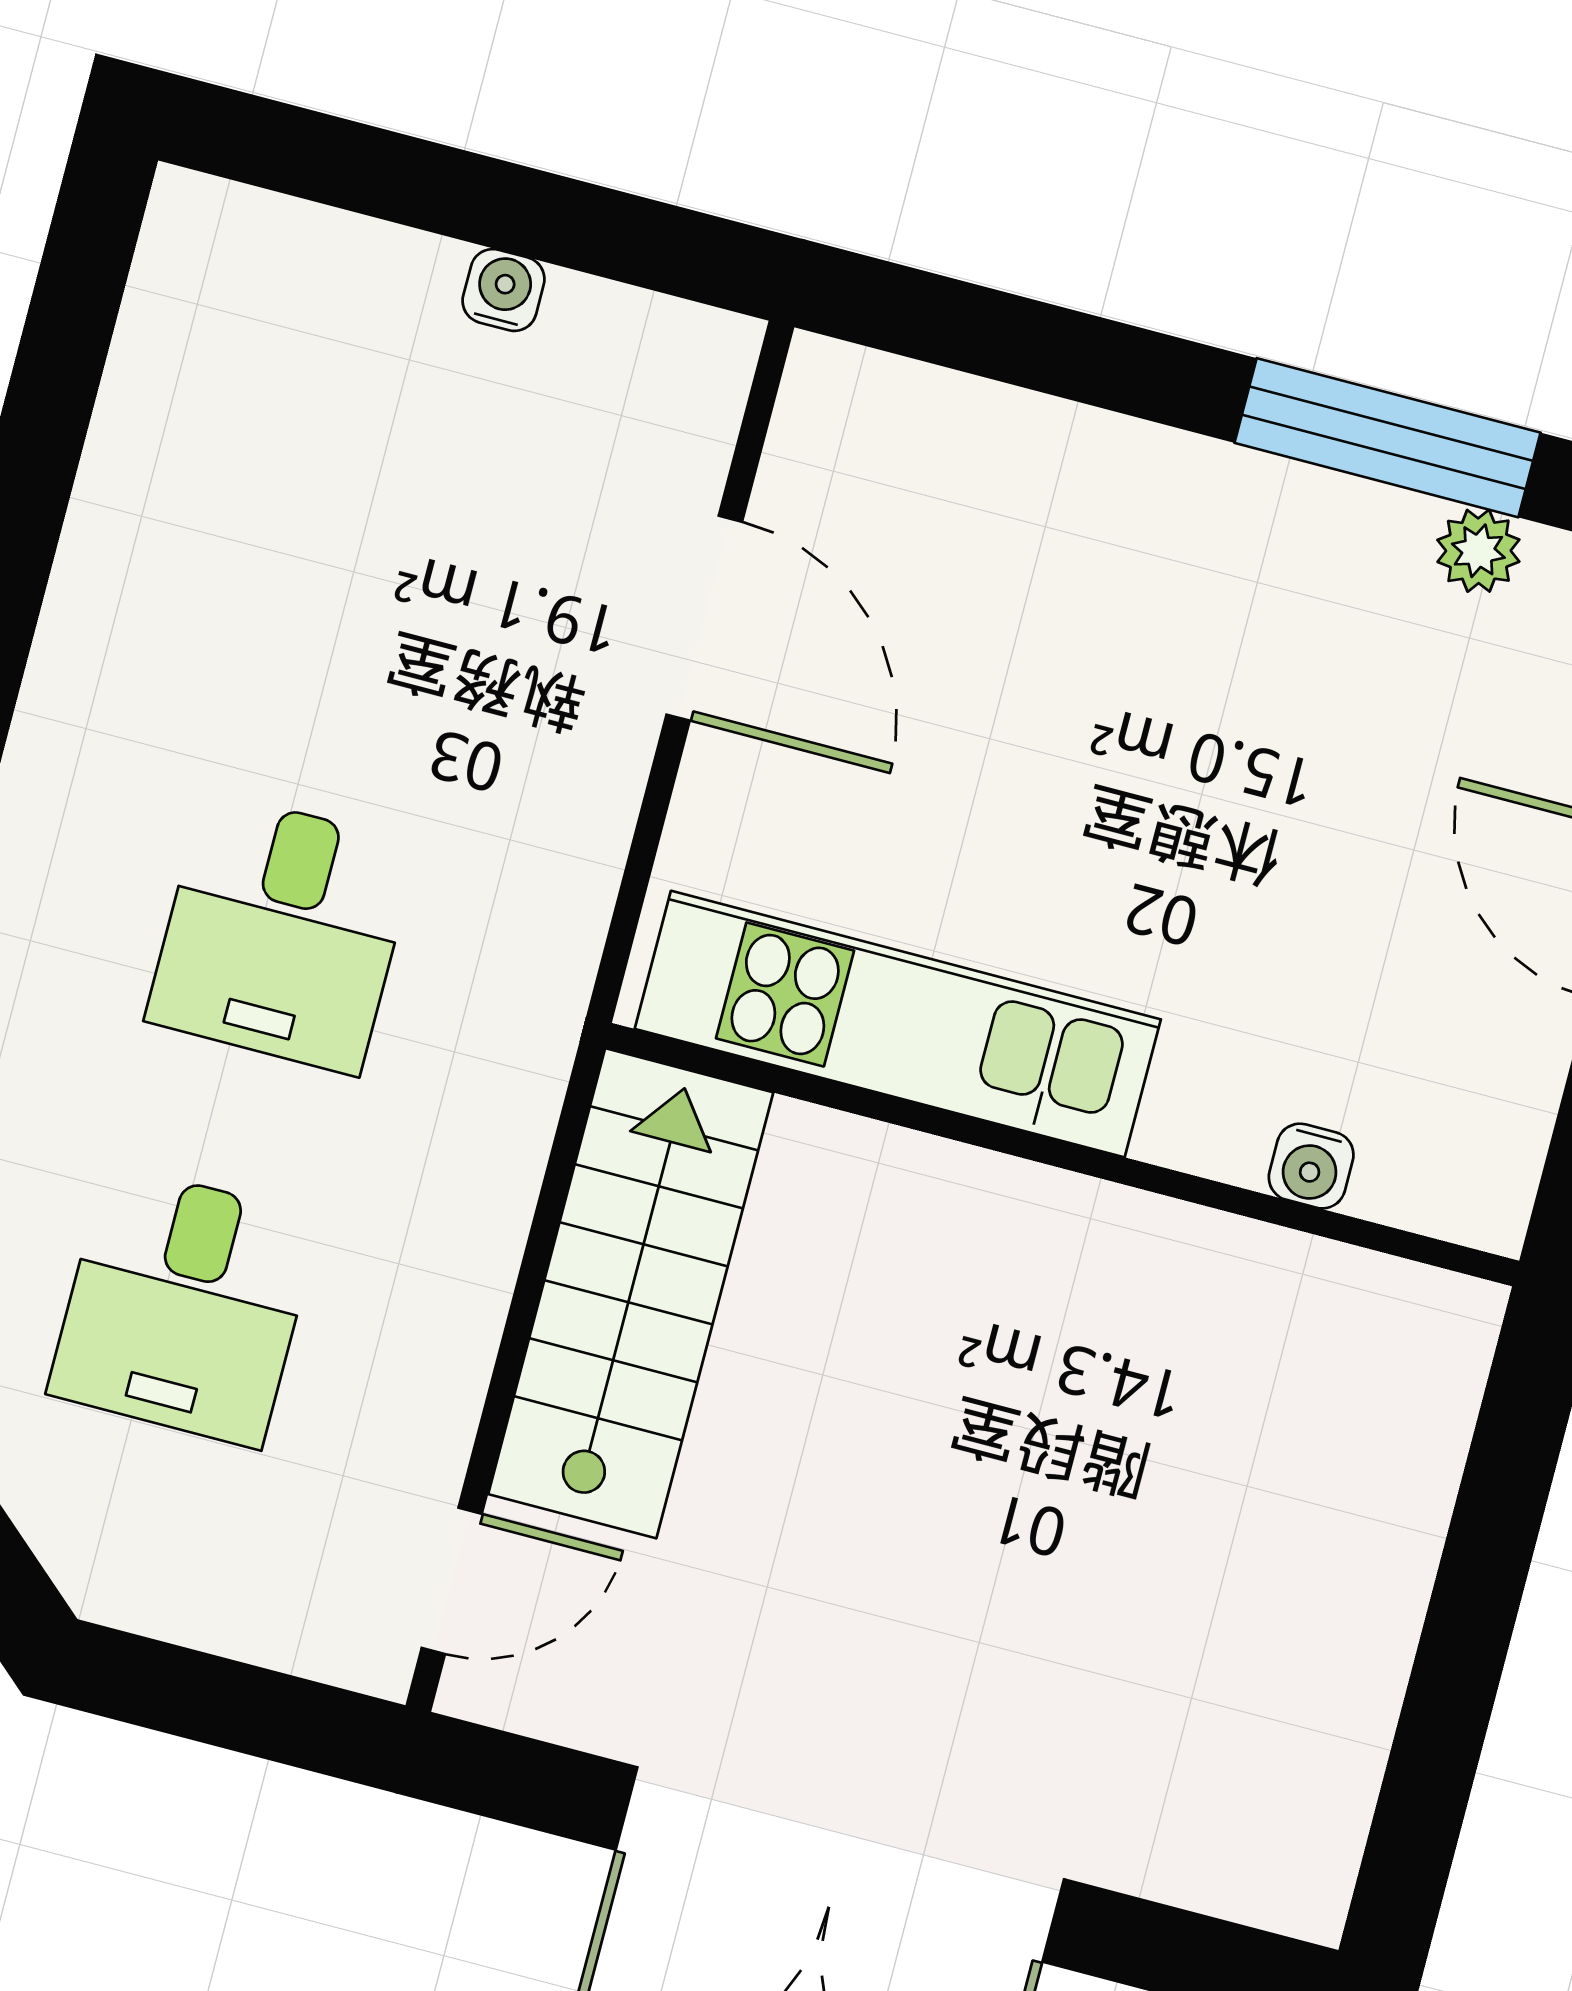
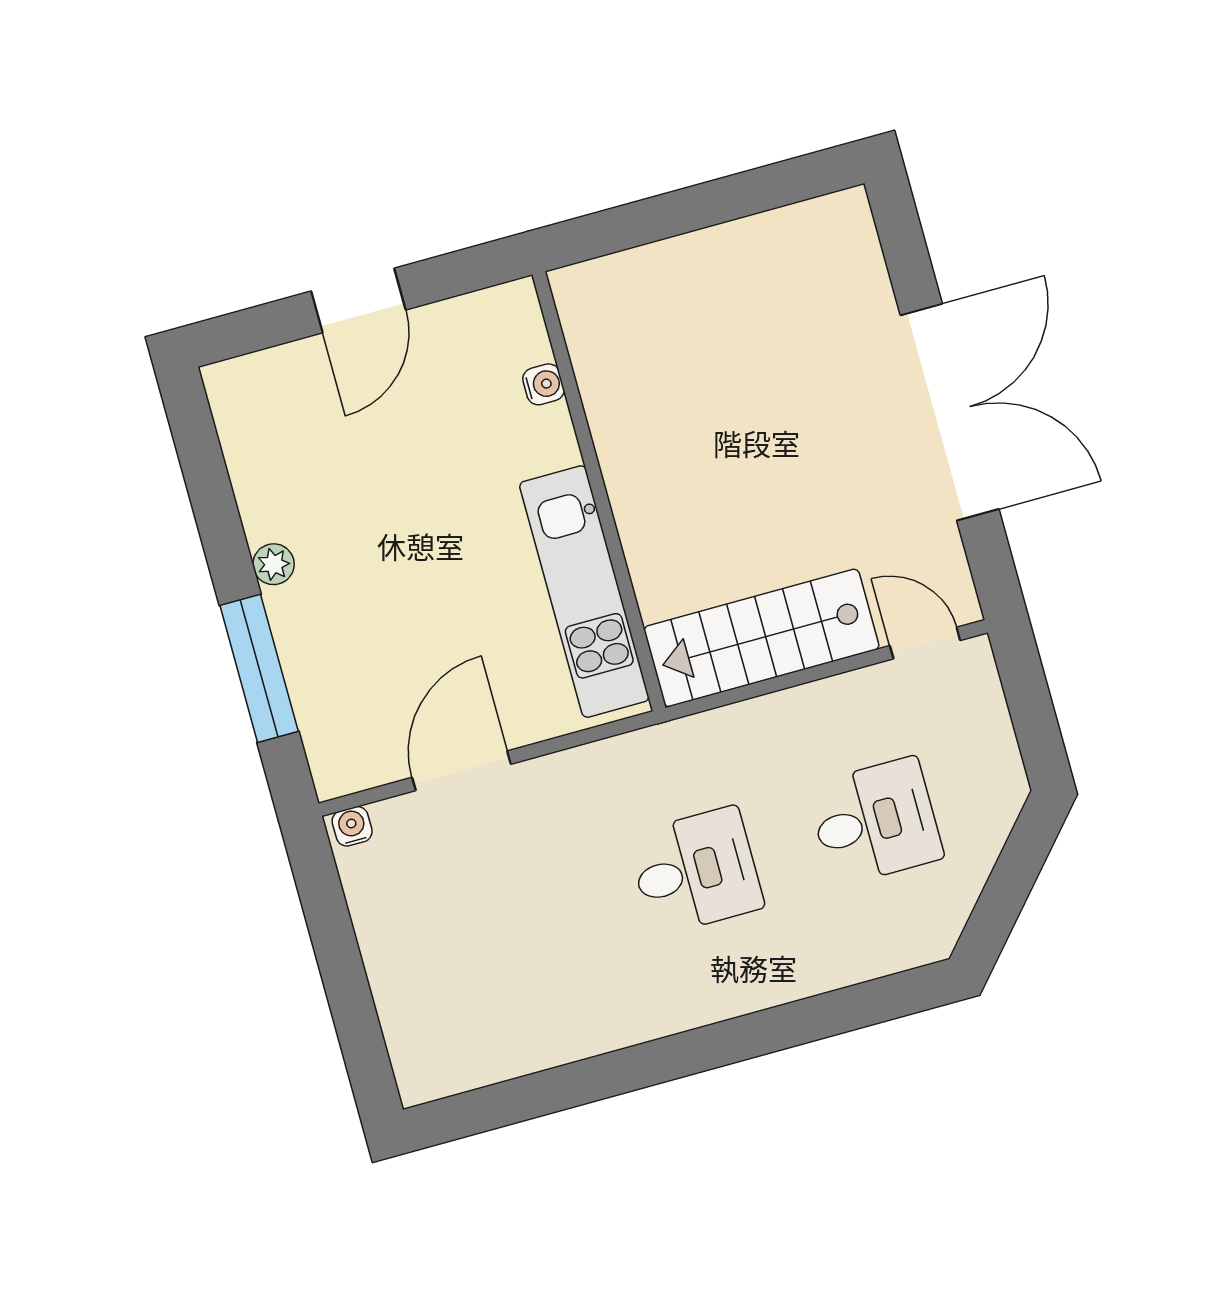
water cooler: (504, 290) -> (352, 826), moved, turned 90
window: (1387, 438) -> (259, 668), moved
plant: (1478, 551) -> (274, 564), moved

